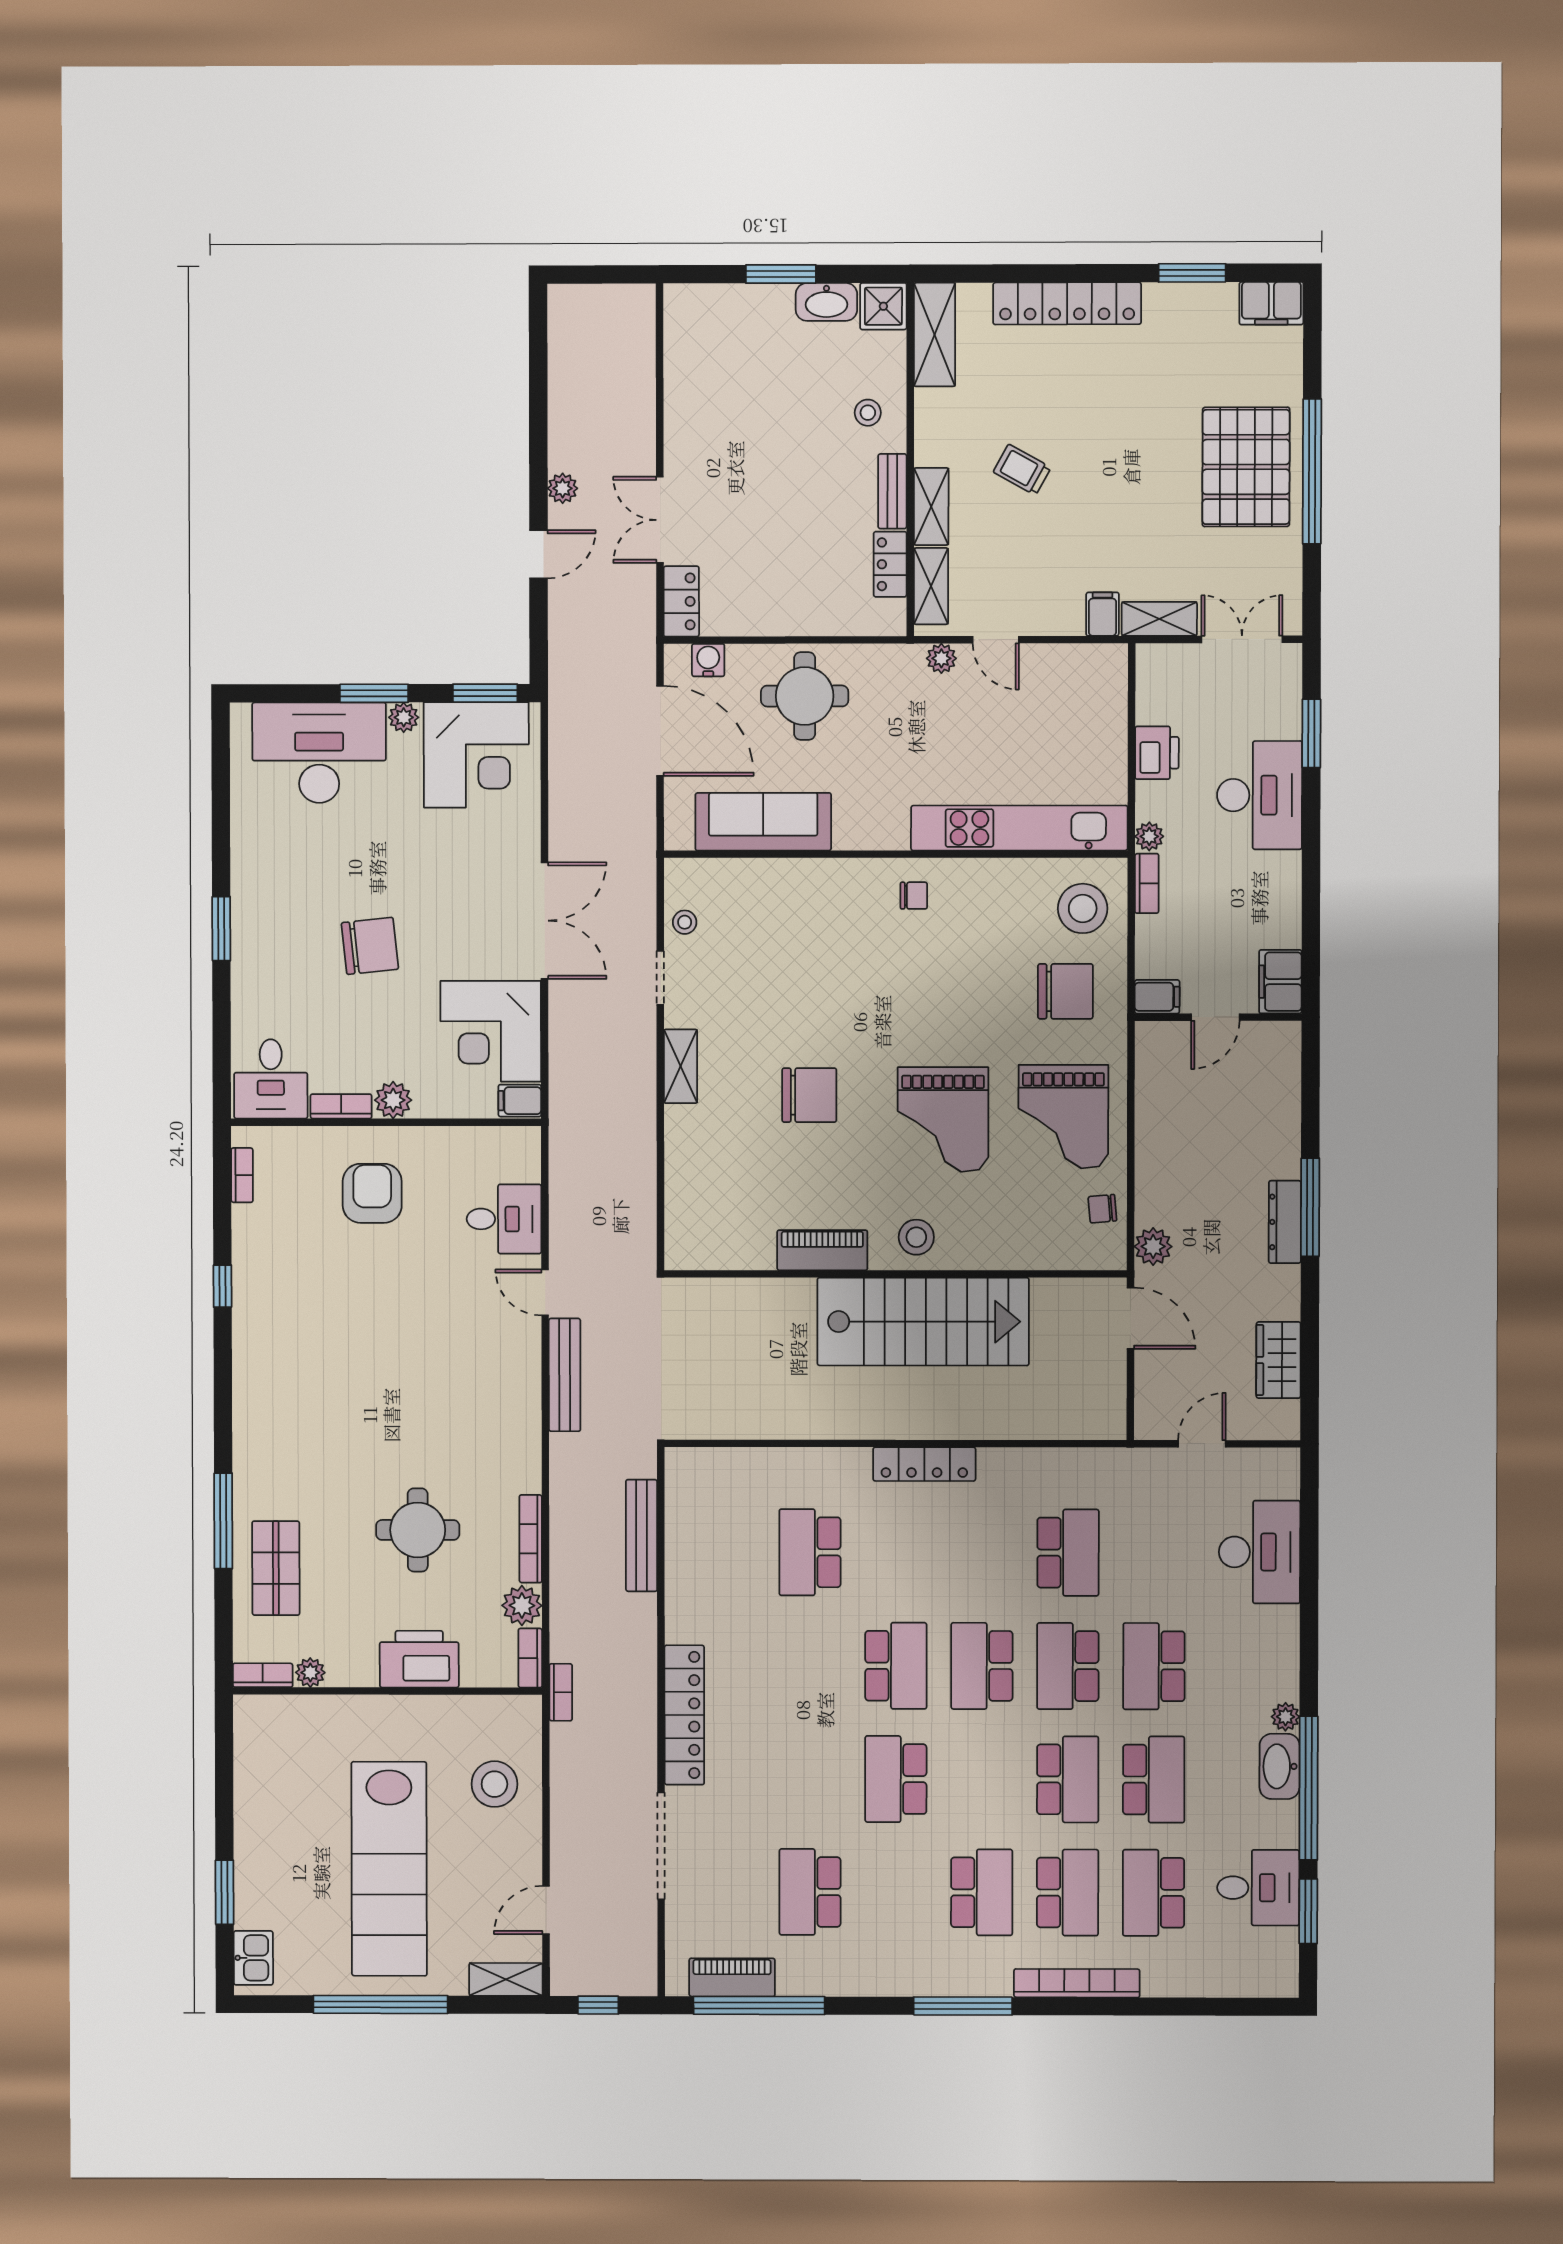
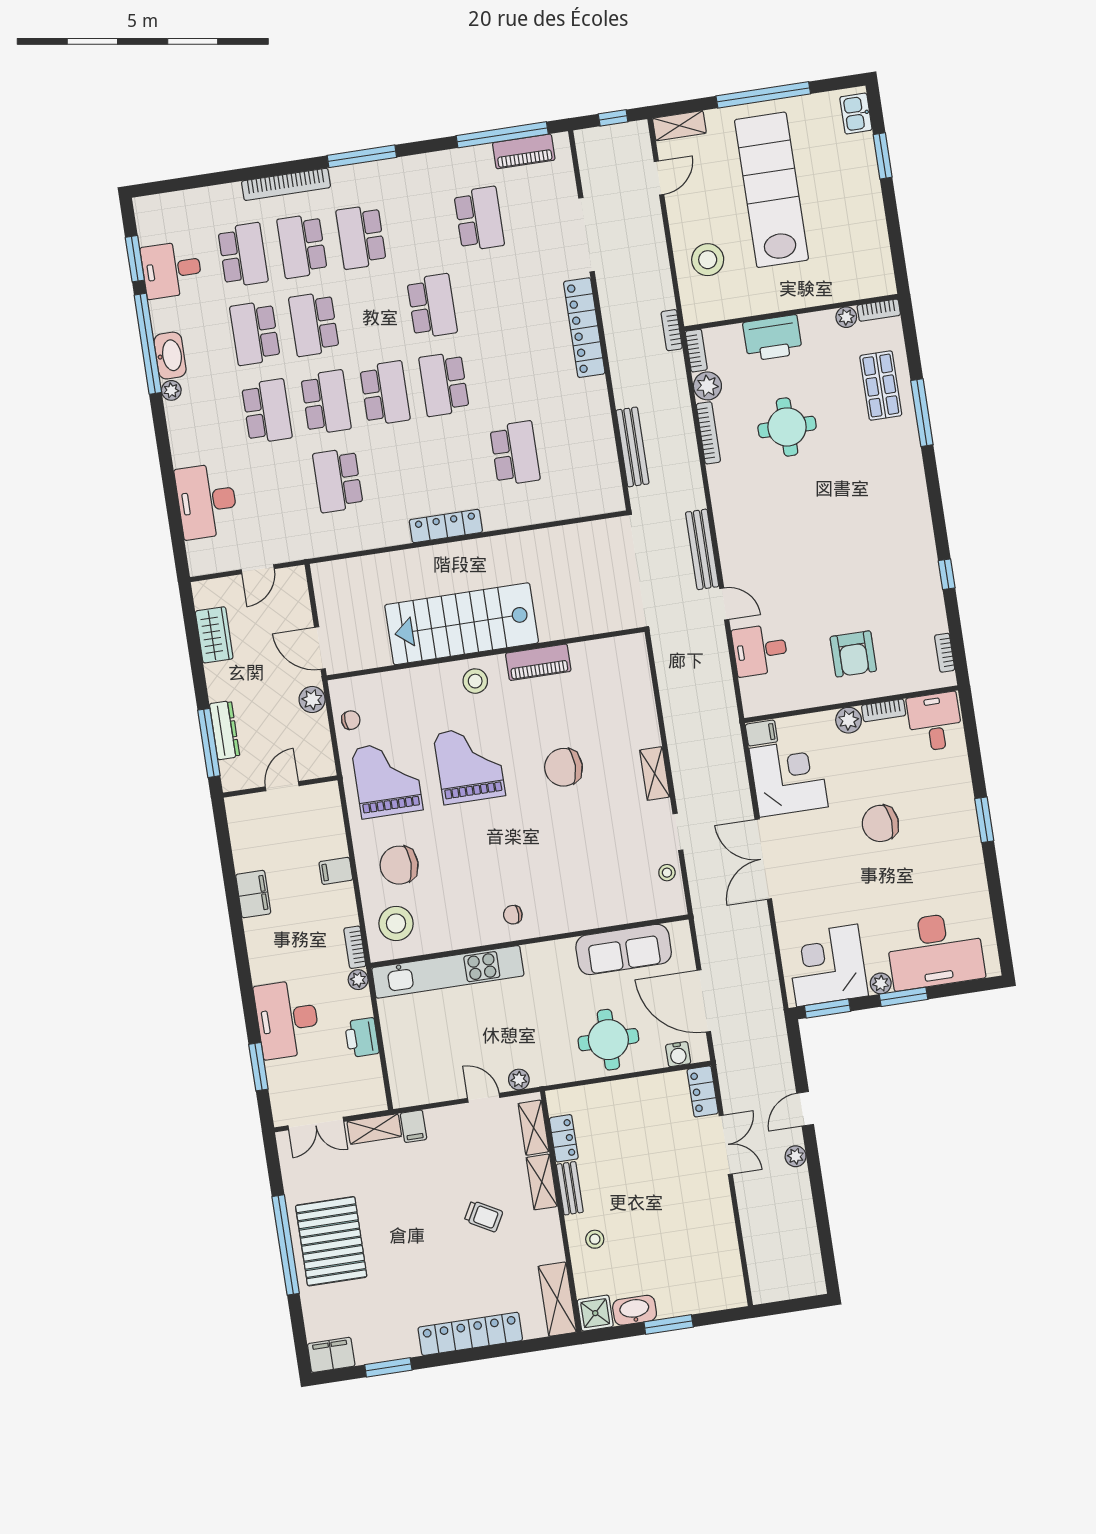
door: (1215, 1017) -> (282, 786), moved
wall: (1218, 1017) -> (280, 786), moved

